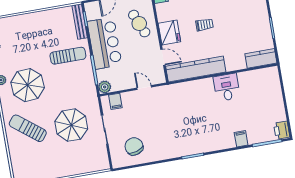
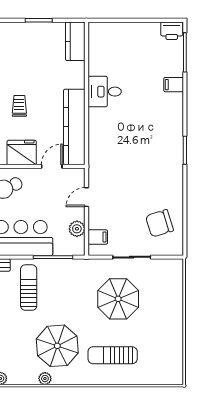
plant: (105, 87) -> (77, 229), moved
sun lounger: (28, 128) -> (113, 355), turned 52

